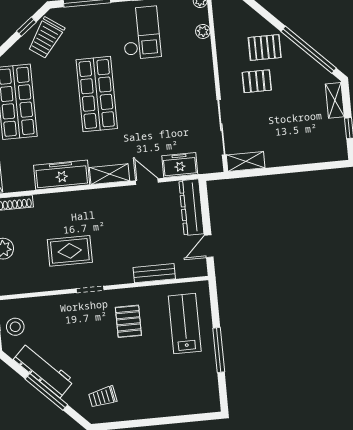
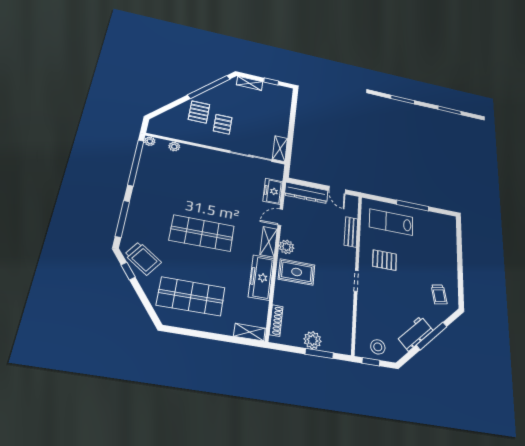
checkout: (141, 33) -> (162, 188), removed
plant: (109, 197) -> (287, 247), added
rug: (70, 251) -> (297, 272), moved, turned 90
workbench: (44, 370) -> (415, 333), width x0.73

